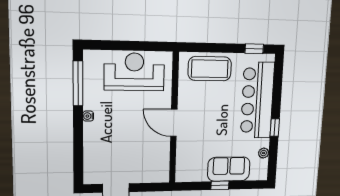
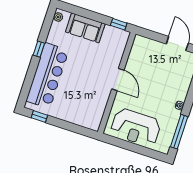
coffee table: (210, 69) -> (78, 112), removed
plant: (264, 153) -> (58, 17), moved
window: (220, 185) -> (119, 24), moved

